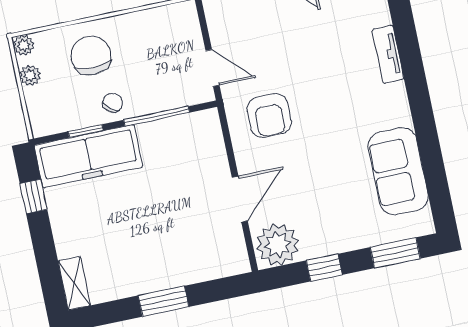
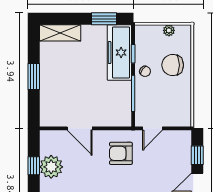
plant: (24, 45) -> (186, 30), removed
chair: (91, 56) -> (173, 65), turned 180
window: (34, 196) -> (104, 19), width x1.50
plant: (278, 245) -> (51, 167), moved
shelving: (74, 283) -> (60, 33), width x1.50, depth x1.33

